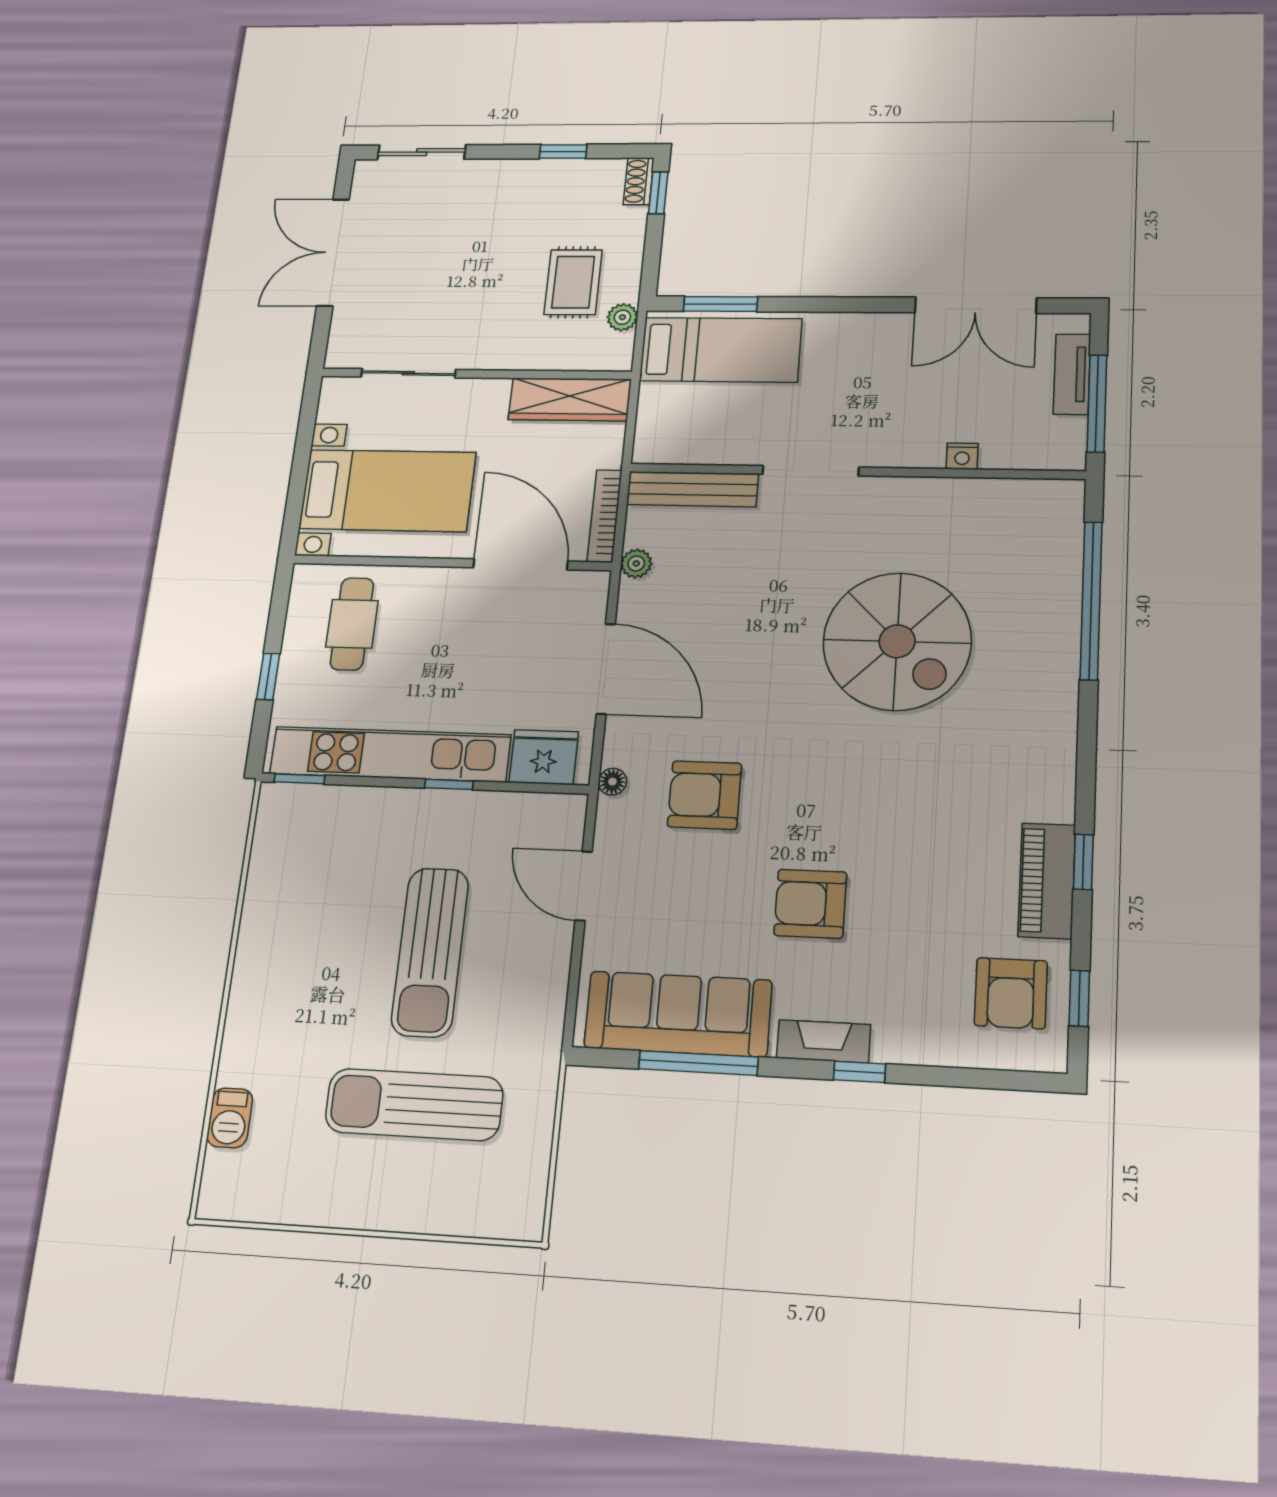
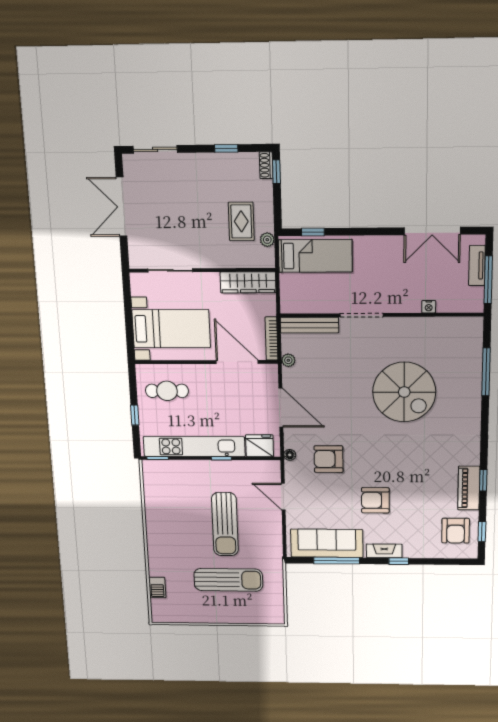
window: (721, 304) -> (313, 232), width x0.67
window: (1091, 600) -> (486, 372), width x0.68
cafe table: (352, 624) -> (167, 391), turned 90
sun lounger: (414, 1105) -> (228, 580), turned 180

